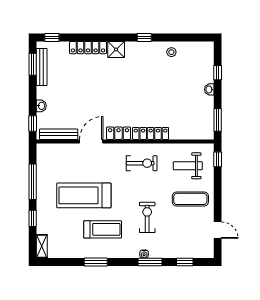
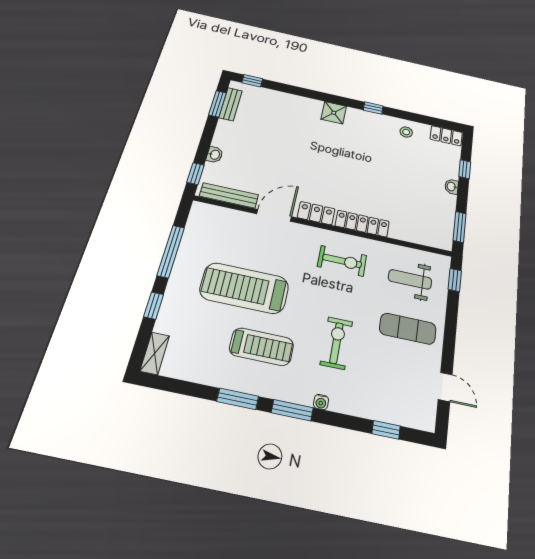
locker: (88, 48) -> (446, 136), moved, width x0.66
bench: (42, 67) -> (231, 104), width x0.73
window: (150, 262) -> (292, 410), moved

